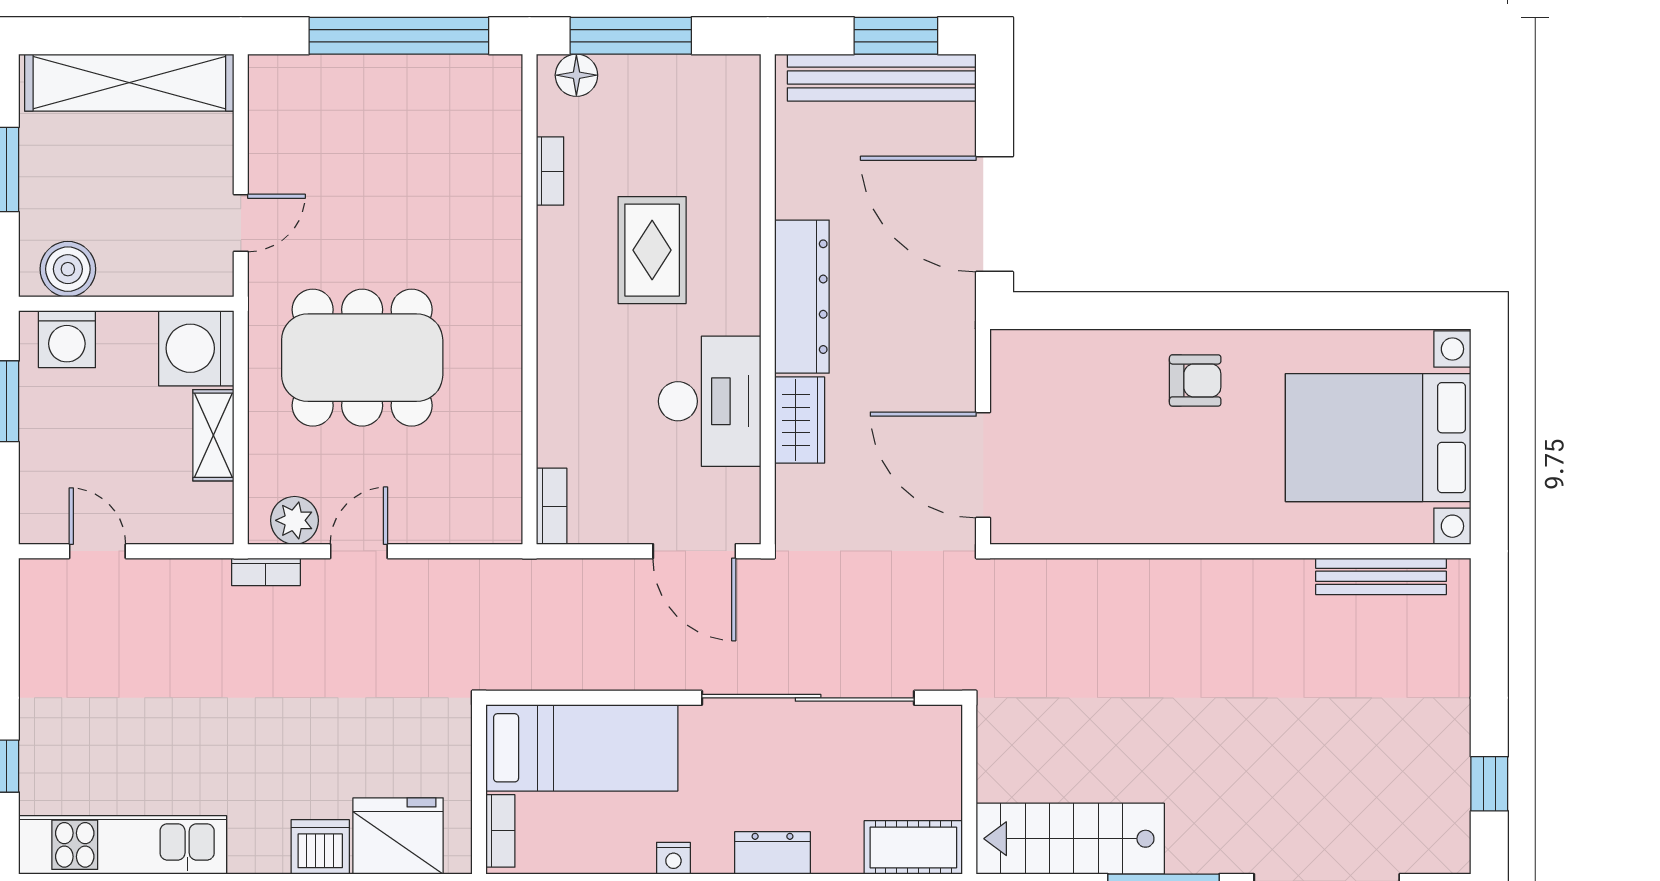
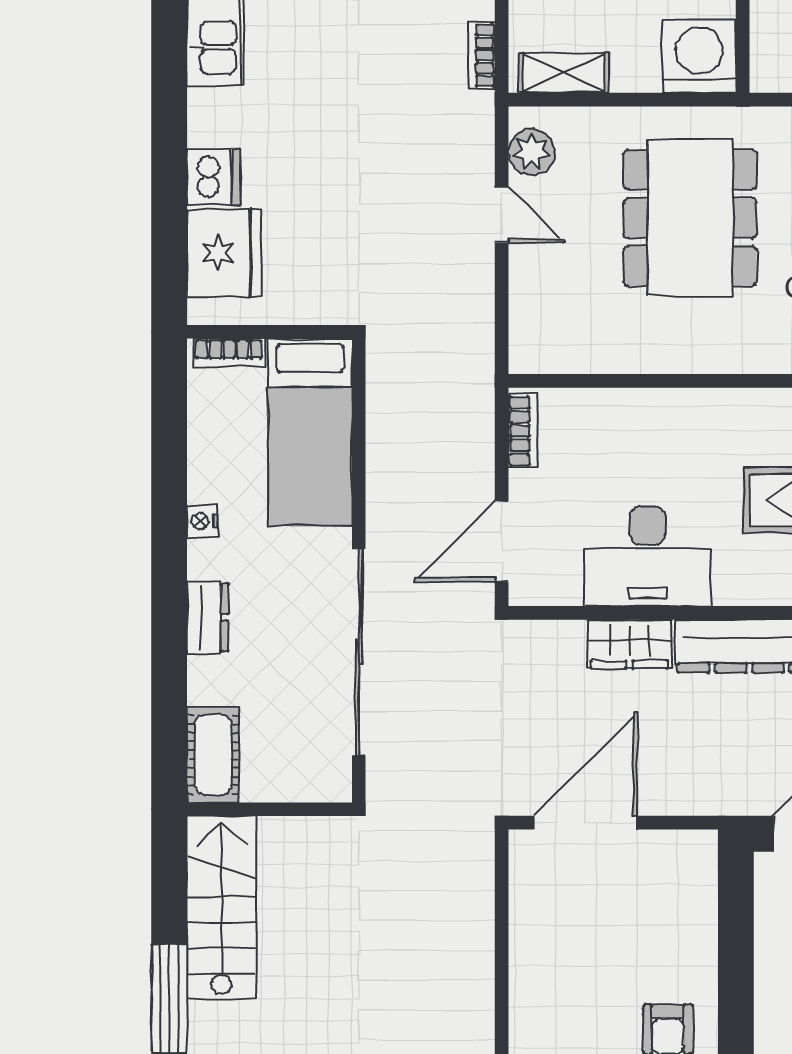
shelving: (213, 435) -> (563, 73), moved
bookcase: (552, 506) -> (523, 431), moved, turned -90
bookcase: (266, 572) -> (482, 55), moved

